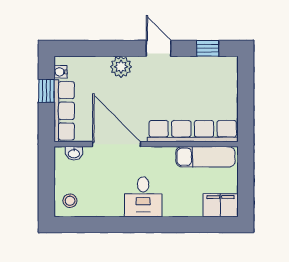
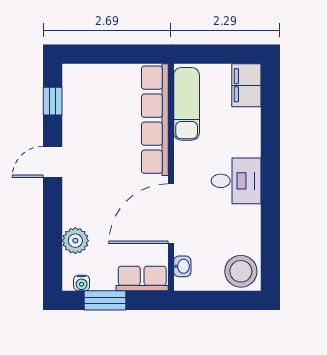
plant: (121, 67) -> (75, 241), moved
window: (46, 91) -> (105, 300), width x1.50
row of seats: (64, 111) -> (142, 278), width x0.68
stool: (70, 201) -> (241, 271), width x1.89, depth x1.89

